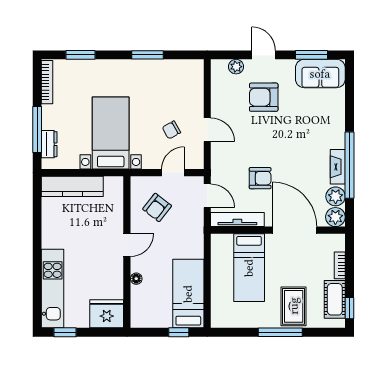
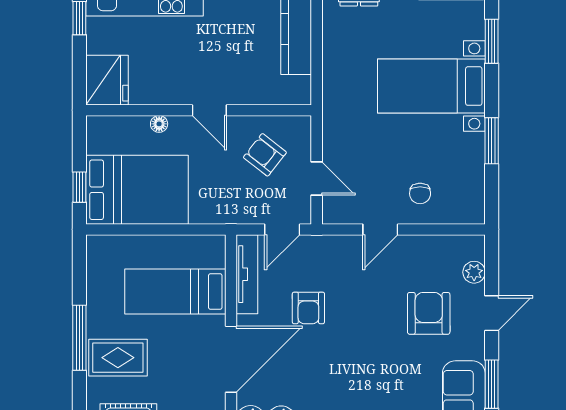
chair: (171, 130) -> (420, 193), moved, turned -151
bed with nightstands: (111, 133) -> (431, 86), moved, turned 180
bed: (188, 294) -> (137, 190), width x1.50

